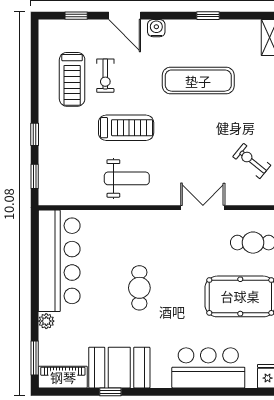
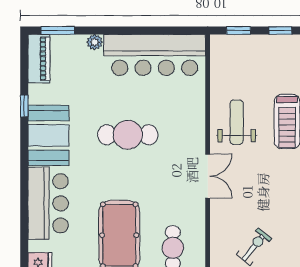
weight bench: (127, 178) -> (237, 122), turned 180
double door: (203, 208) -> (208, 176), moved
cafe table: (139, 288) -> (128, 135), width x1.37, depth x1.35
booth: (119, 368) -> (48, 135), moved

